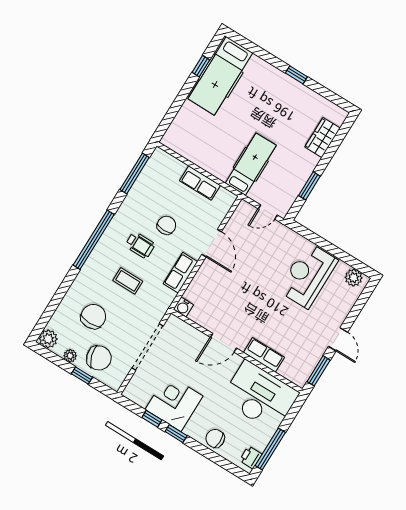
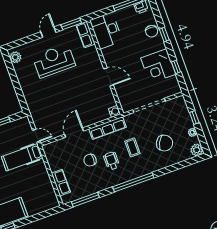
row of seats: (200, 183) -> (61, 183), moved
door: (268, 212) -> (36, 136), moved
row of seats: (181, 273) -> (108, 128), width x1.48
reception desk: (308, 275) -> (54, 61), moved, turned 180
chair: (93, 317) -> (164, 143), turned -152
row of seats: (264, 355) -> (86, 34), moved
chair: (99, 358) -> (178, 120), removed
desk: (260, 396) -> (106, 31), width x0.73, depth x0.77
window: (176, 434) -> (164, 34), moved

